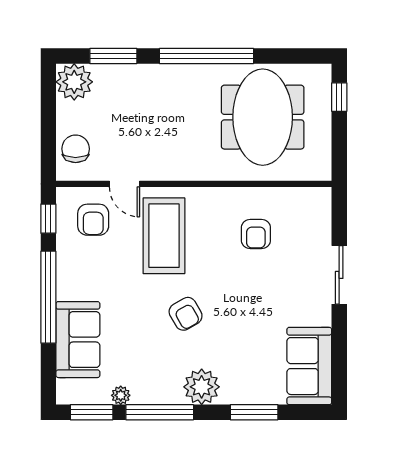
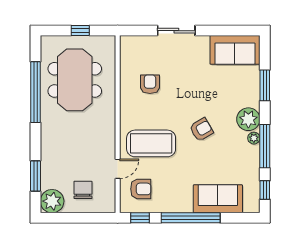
window: (206, 56) -> (35, 92), moved
window: (339, 97) -> (80, 31), moved
meeting table: (263, 117) -> (75, 80), turned 90
chair: (76, 149) -> (83, 190), moved, turned 90
armchair: (256, 234) -> (150, 84), turned -90
plant: (121, 395) -> (254, 138), moved
window: (92, 412) -> (265, 190), width x0.67

